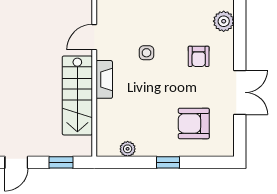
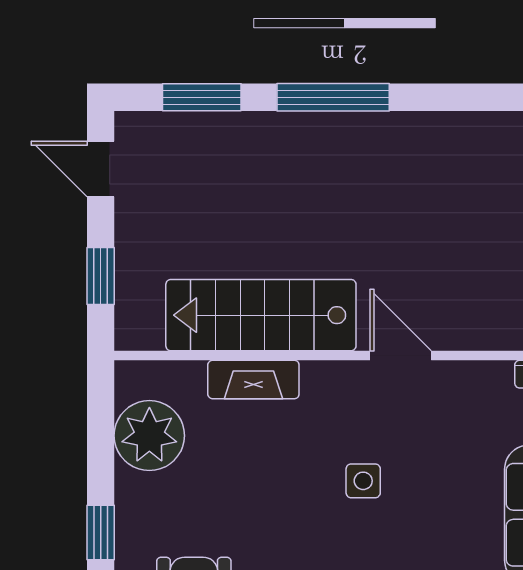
fireplace: (104, 79) -> (253, 379), moved
plant: (128, 149) -> (149, 436), width x1.88, depth x1.88

